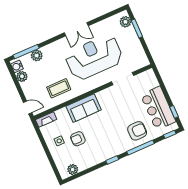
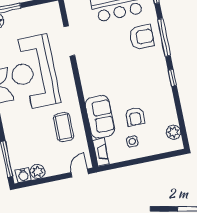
plant: (37, 55) -> (15, 146), removed
sofa: (84, 108) -> (100, 117), moved
armchair: (137, 131) -> (142, 37), turned 90

